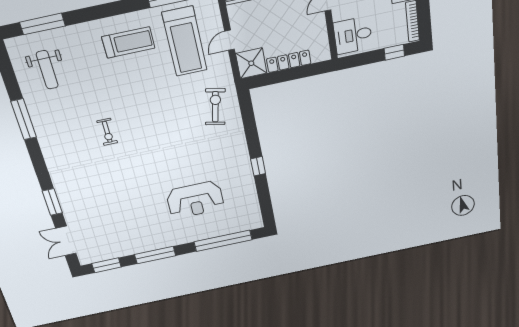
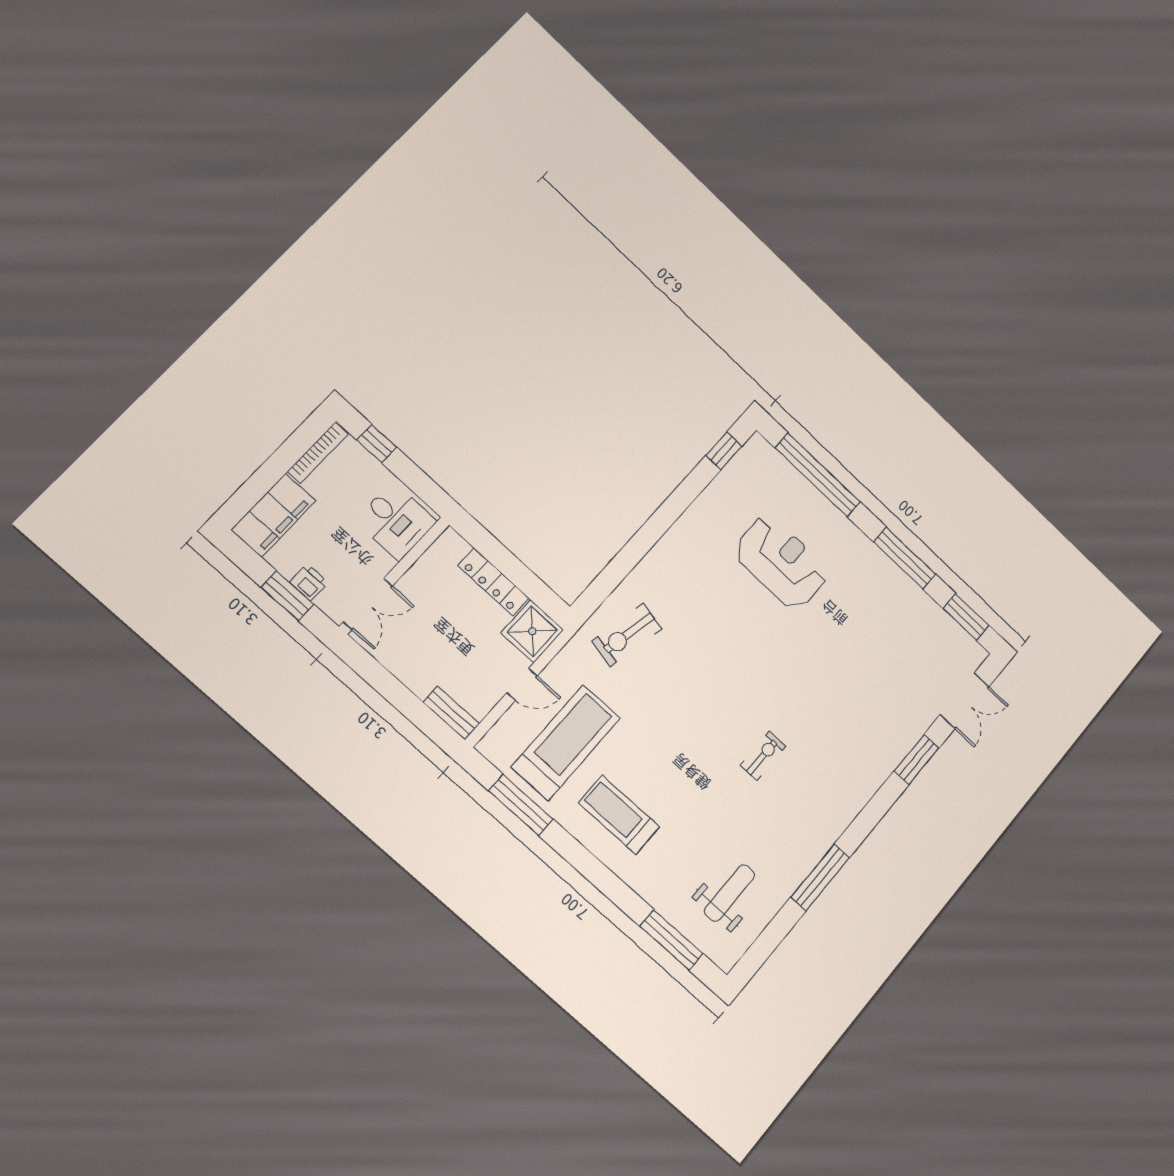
window: (258, 166) -> (724, 451), moved

